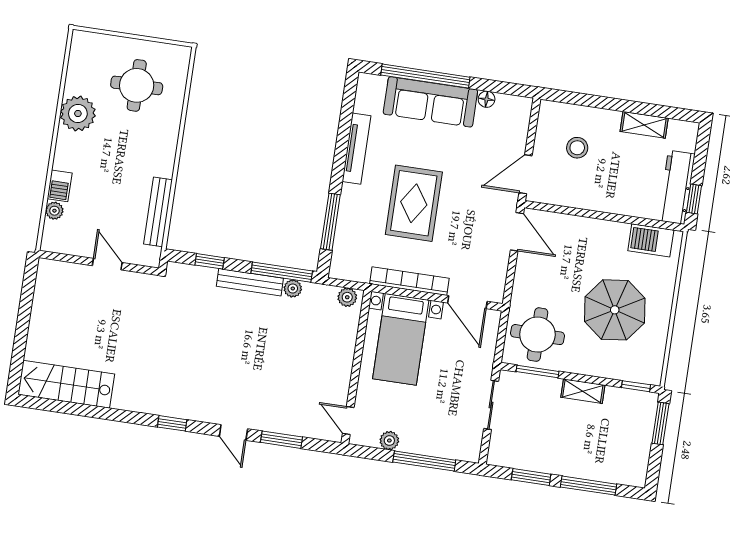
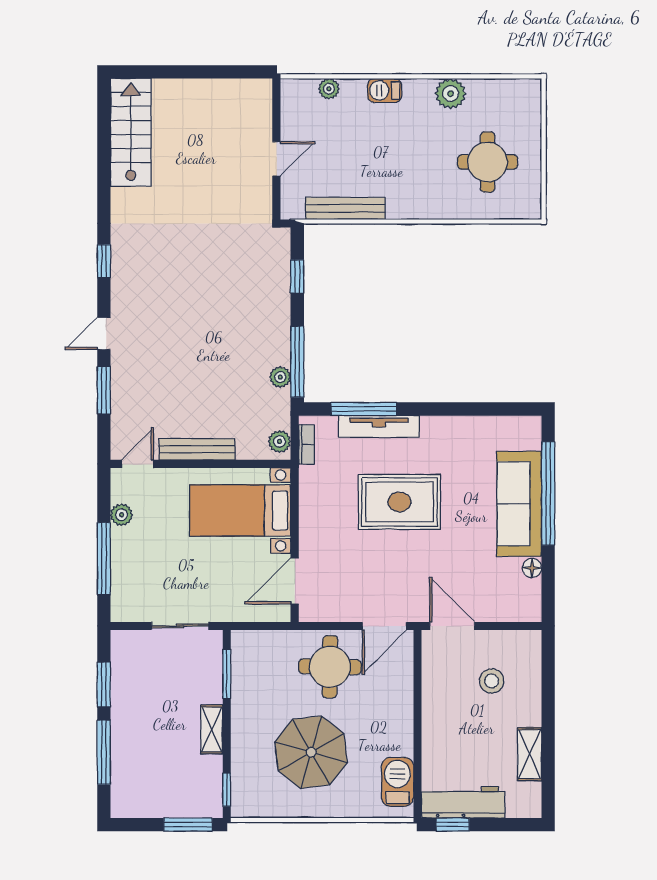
plant: (78, 114) -> (451, 94), width x0.73, depth x0.73
tv unit: (357, 149) -> (379, 427), moved
barbecue: (60, 186) -> (385, 91), moved
bookcase: (409, 281) -> (306, 444), moved, width x0.43, depth x0.76
bench: (250, 282) -> (197, 449), moved, turned 90
round table: (537, 335) -> (330, 667), moved

